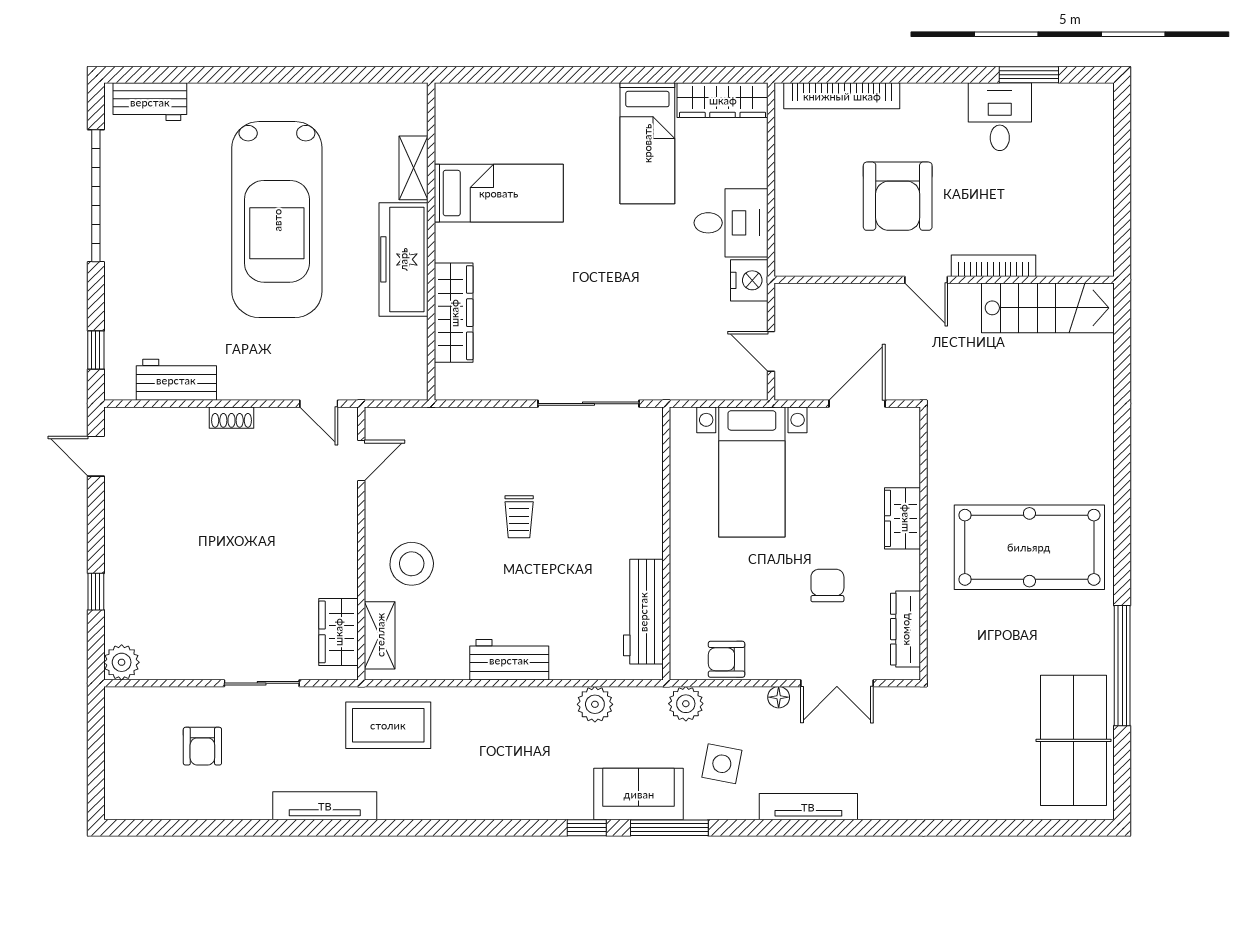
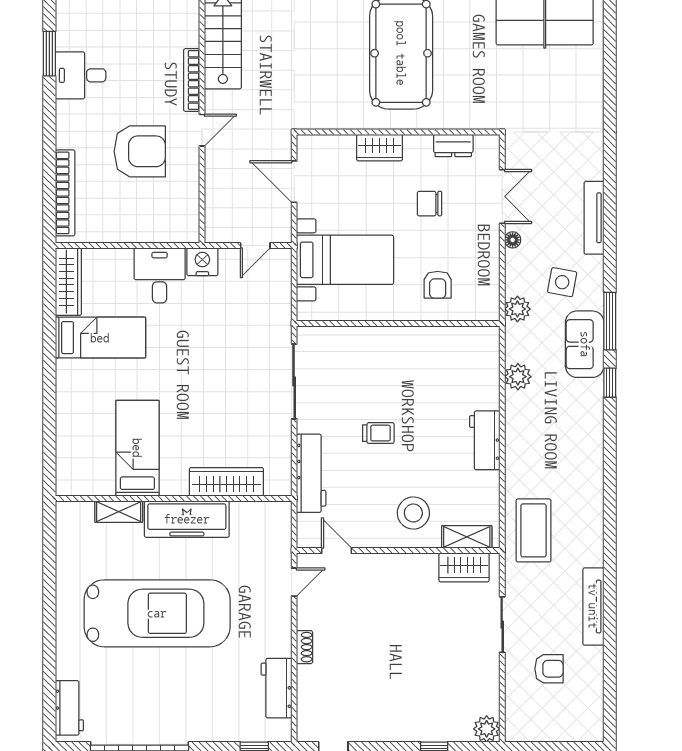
workbench: (643, 612) -> (311, 473), moved, turned -90
dresser: (905, 629) -> (453, 146), width x0.70
armchair: (726, 659) -> (438, 285), moved
tv unit: (325, 806) -> (593, 606), moved

